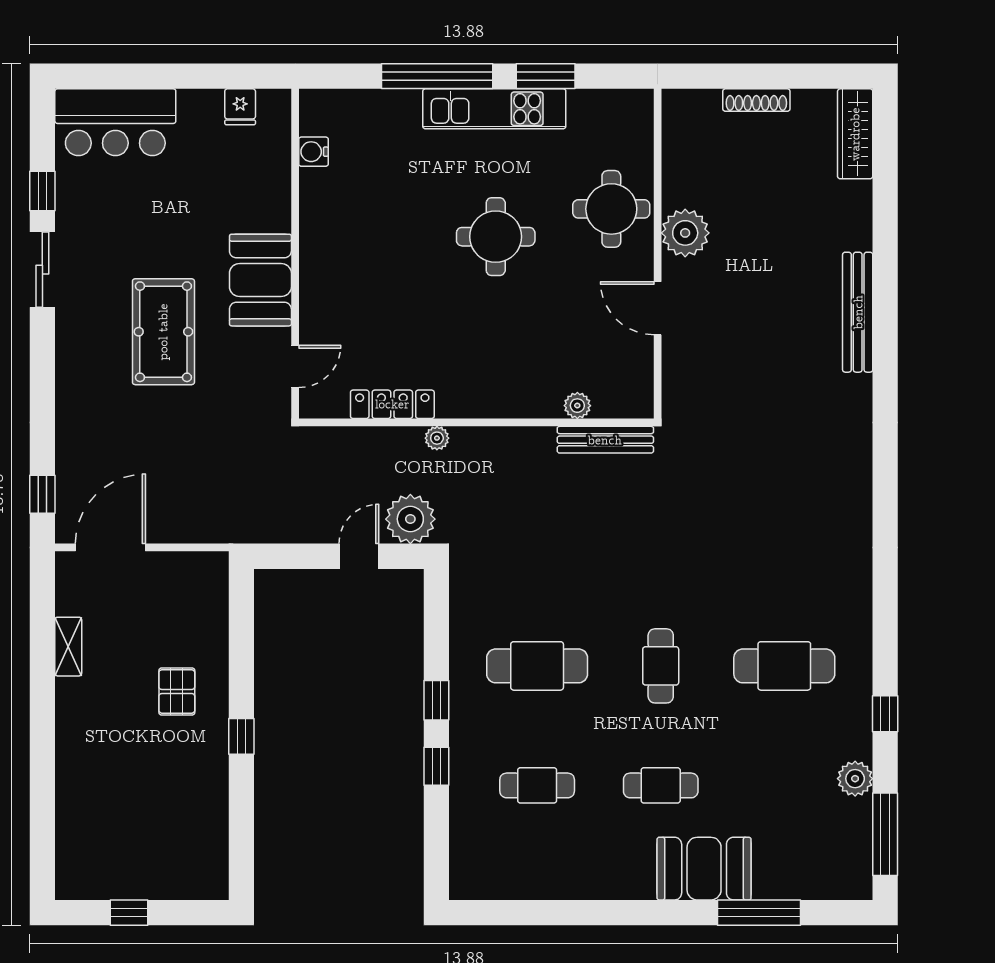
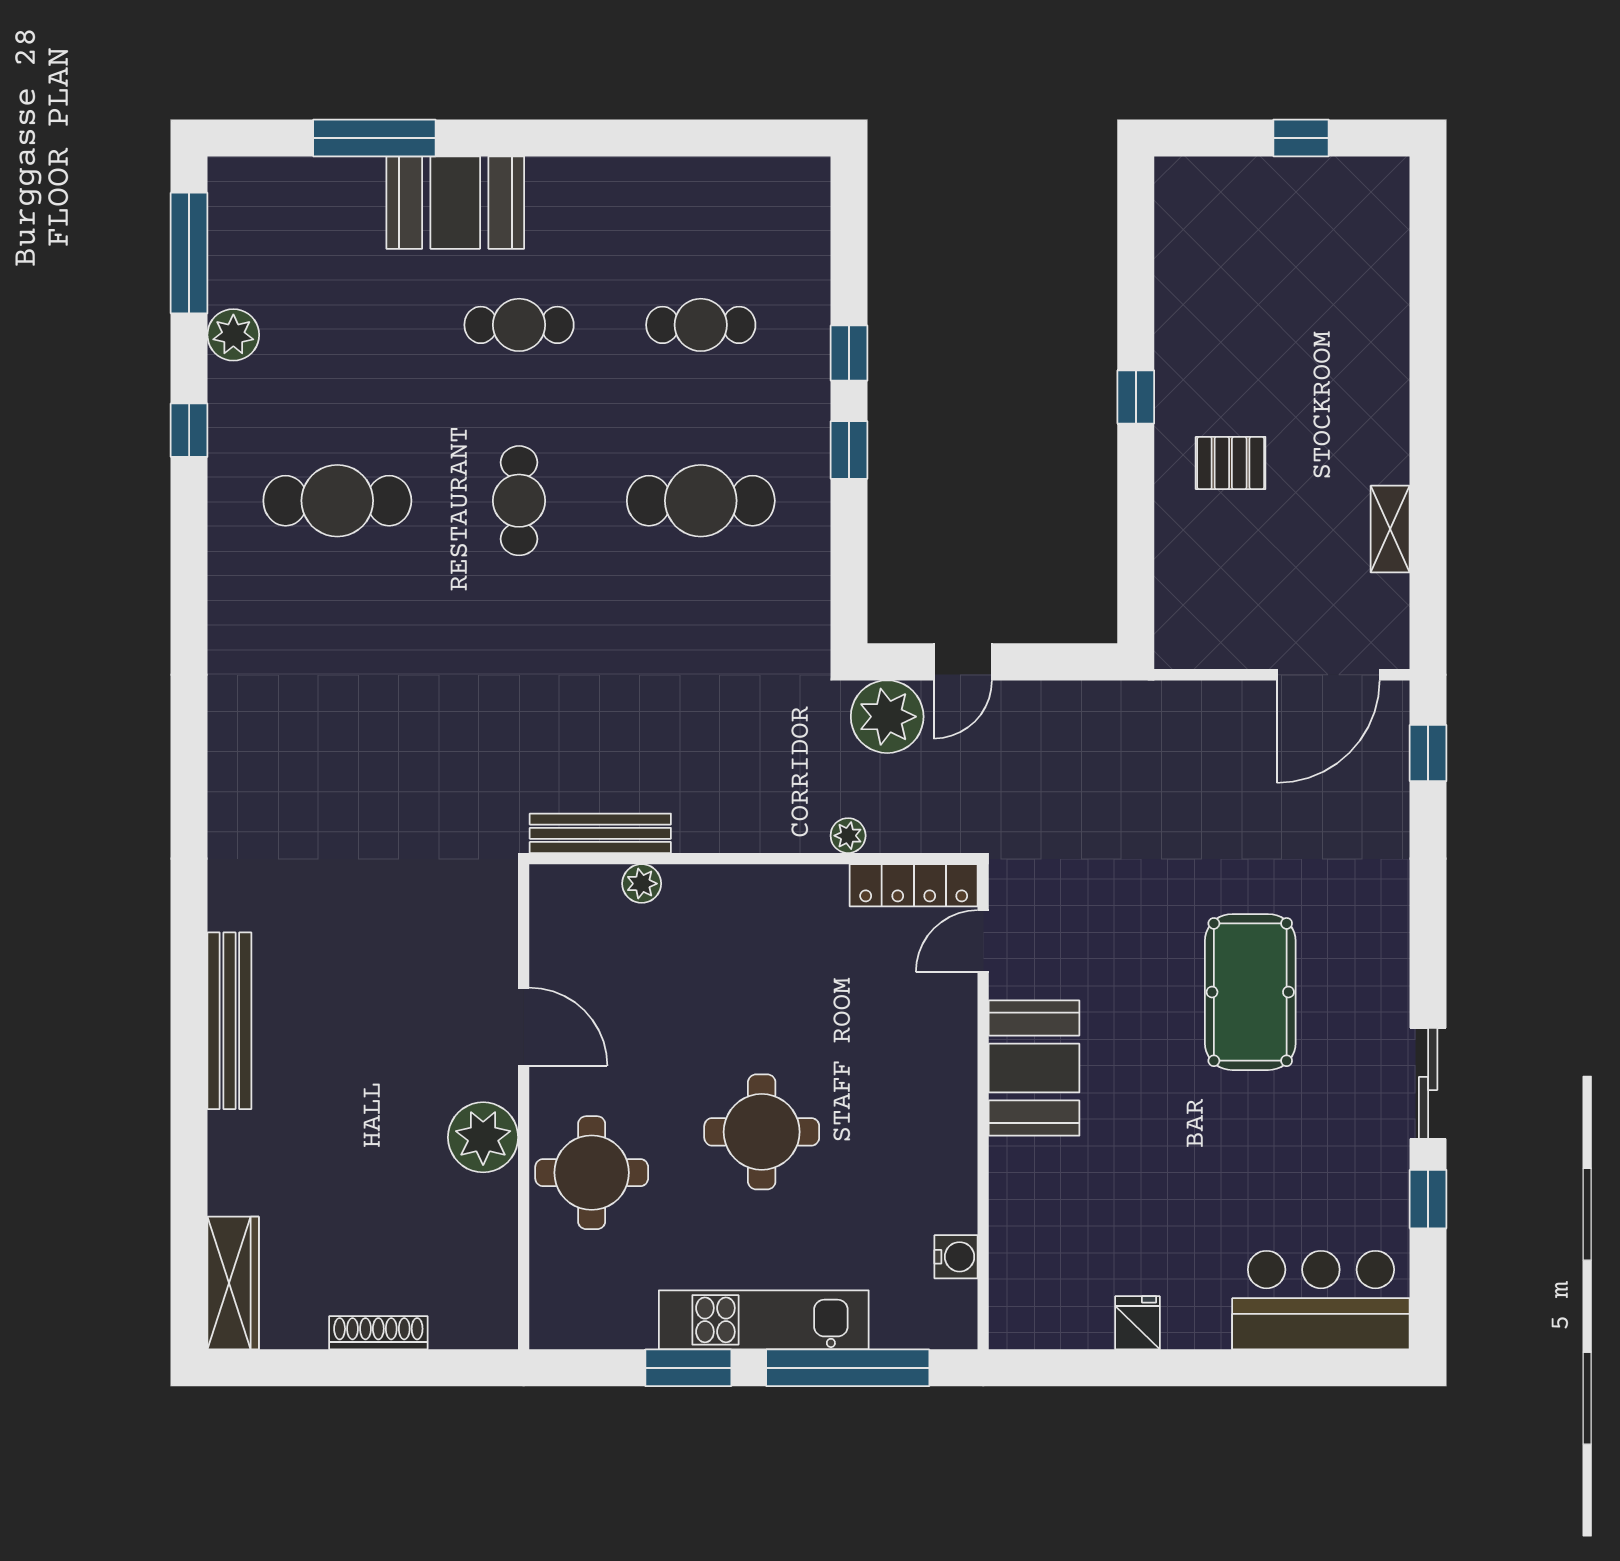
water cooler: (313, 152) -> (956, 1257), moved
wall: (295, 254) -> (983, 1107), moved
booth: (260, 280) -> (1034, 1068), moved
door: (295, 366) -> (983, 941), moved
pallet: (177, 691) -> (1231, 463), turned 90

